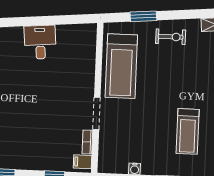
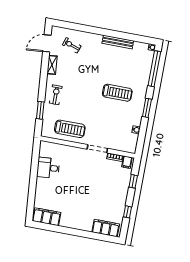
desk: (40, 42) -> (48, 168), moved
treadmill: (121, 66) -> (70, 129), width x0.73, depth x0.73

